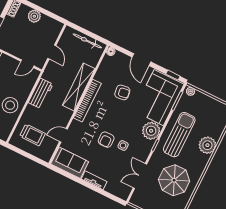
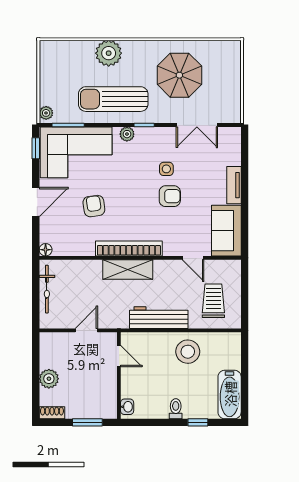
shelving: (79, 87) -> (128, 269), width x0.68
workbench: (41, 93) -> (159, 318), width x1.38
plant: (151, 131) -> (127, 134), width x0.53, depth x0.53

